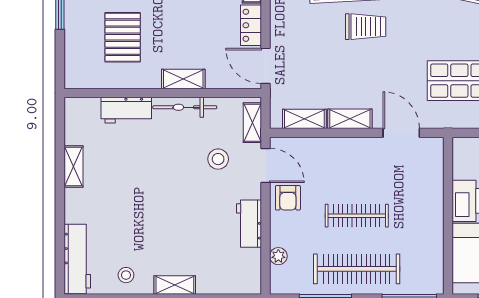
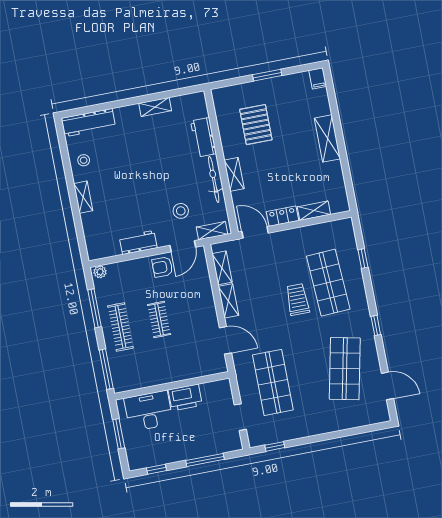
trolley: (366, 27) -> (298, 300), turned 180
pallet: (123, 37) -> (256, 125), turned 90
door: (265, 66) -> (255, 232), hinge flipped
door: (401, 133) -> (225, 340), hinge flipped
clothes rail: (357, 216) -> (159, 319), width x0.73
plant: (278, 256) -> (100, 272), moved
clothes rail: (357, 269) -> (120, 327), width x0.73, depth x0.76

